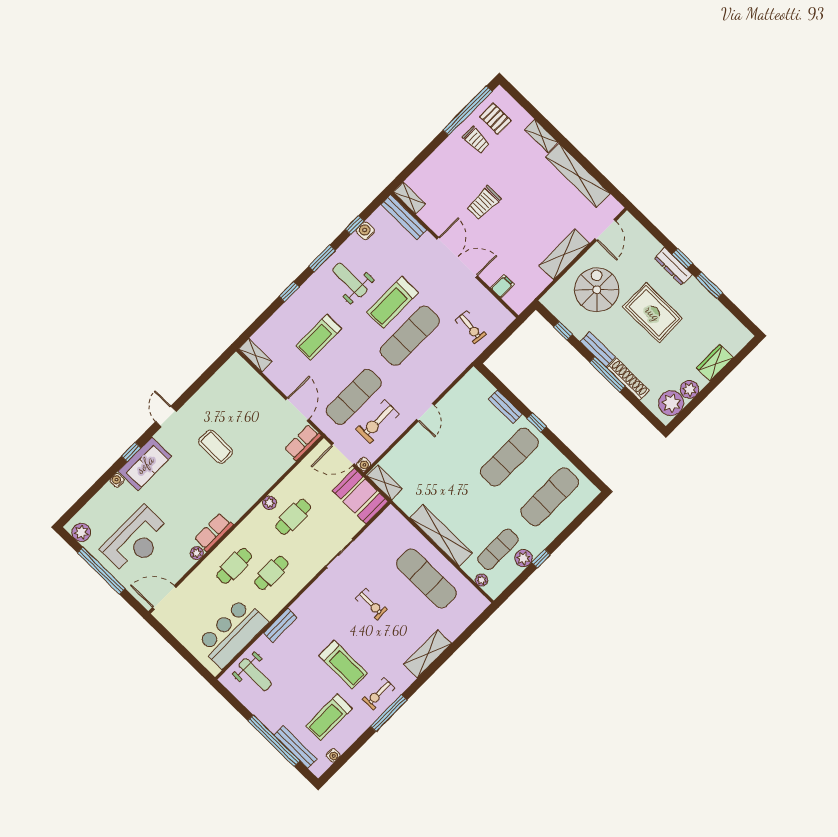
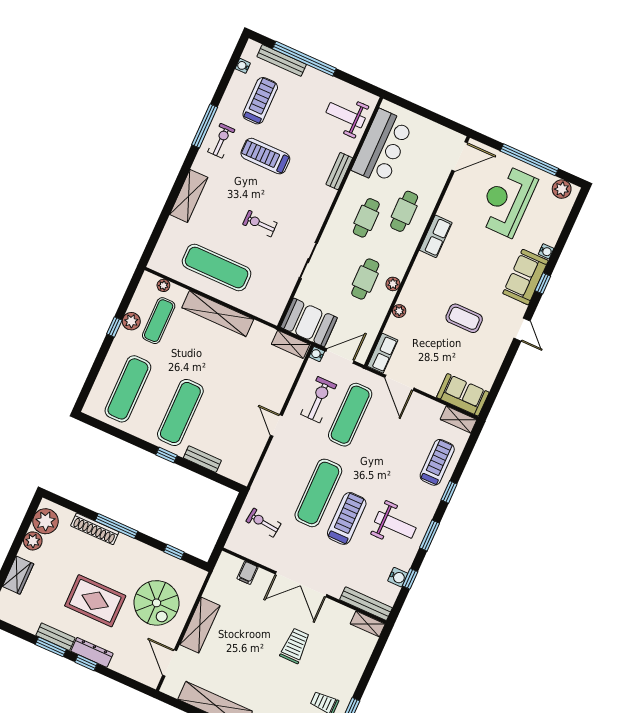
treadmill: (319, 337) -> (437, 462), moved
bench: (598, 349) -> (55, 637), moved
sofa: (243, 377) -> (463, 395), added
plant: (197, 553) -> (399, 311), moved

